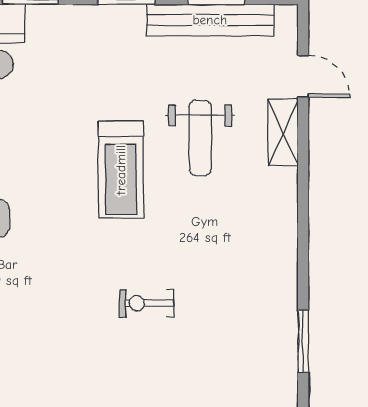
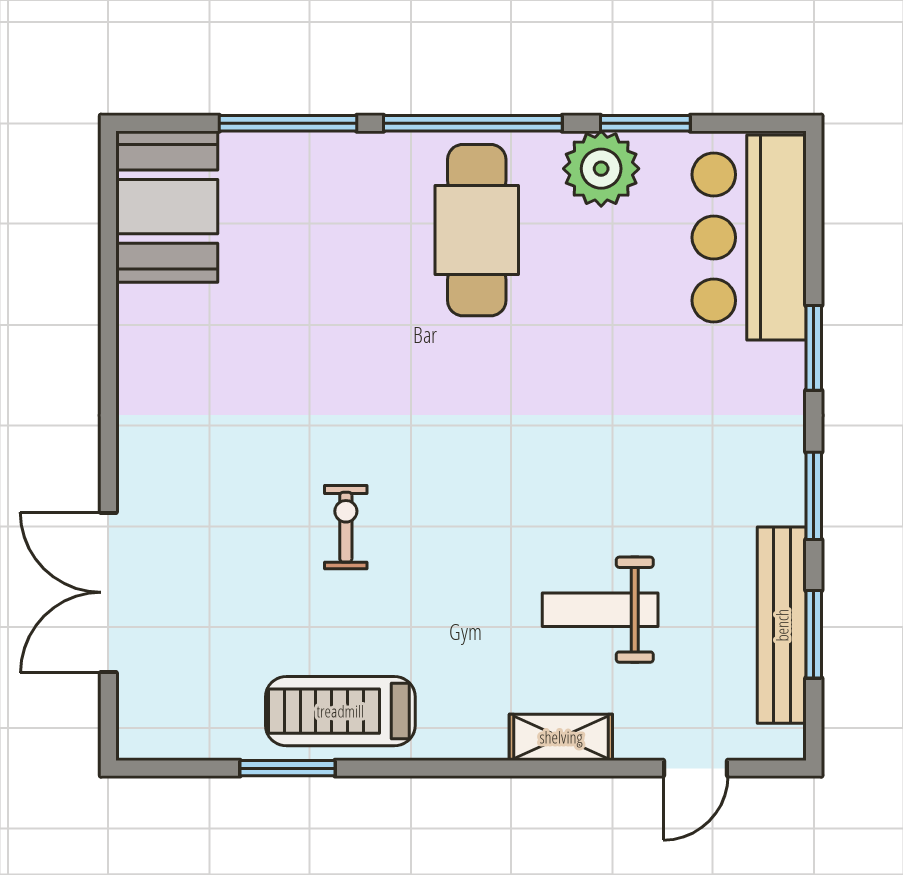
shelving: (283, 132) -> (561, 737), moved
treadmill: (121, 170) -> (340, 711), moved

